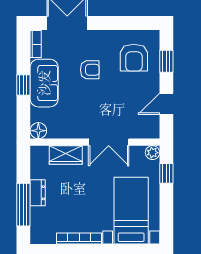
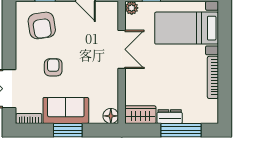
armchair: (134, 58) -> (42, 25), turned 81
window: (23, 85) -> (68, 130), width x1.50
wardrobe: (66, 155) -> (140, 115), moved, turned -90

